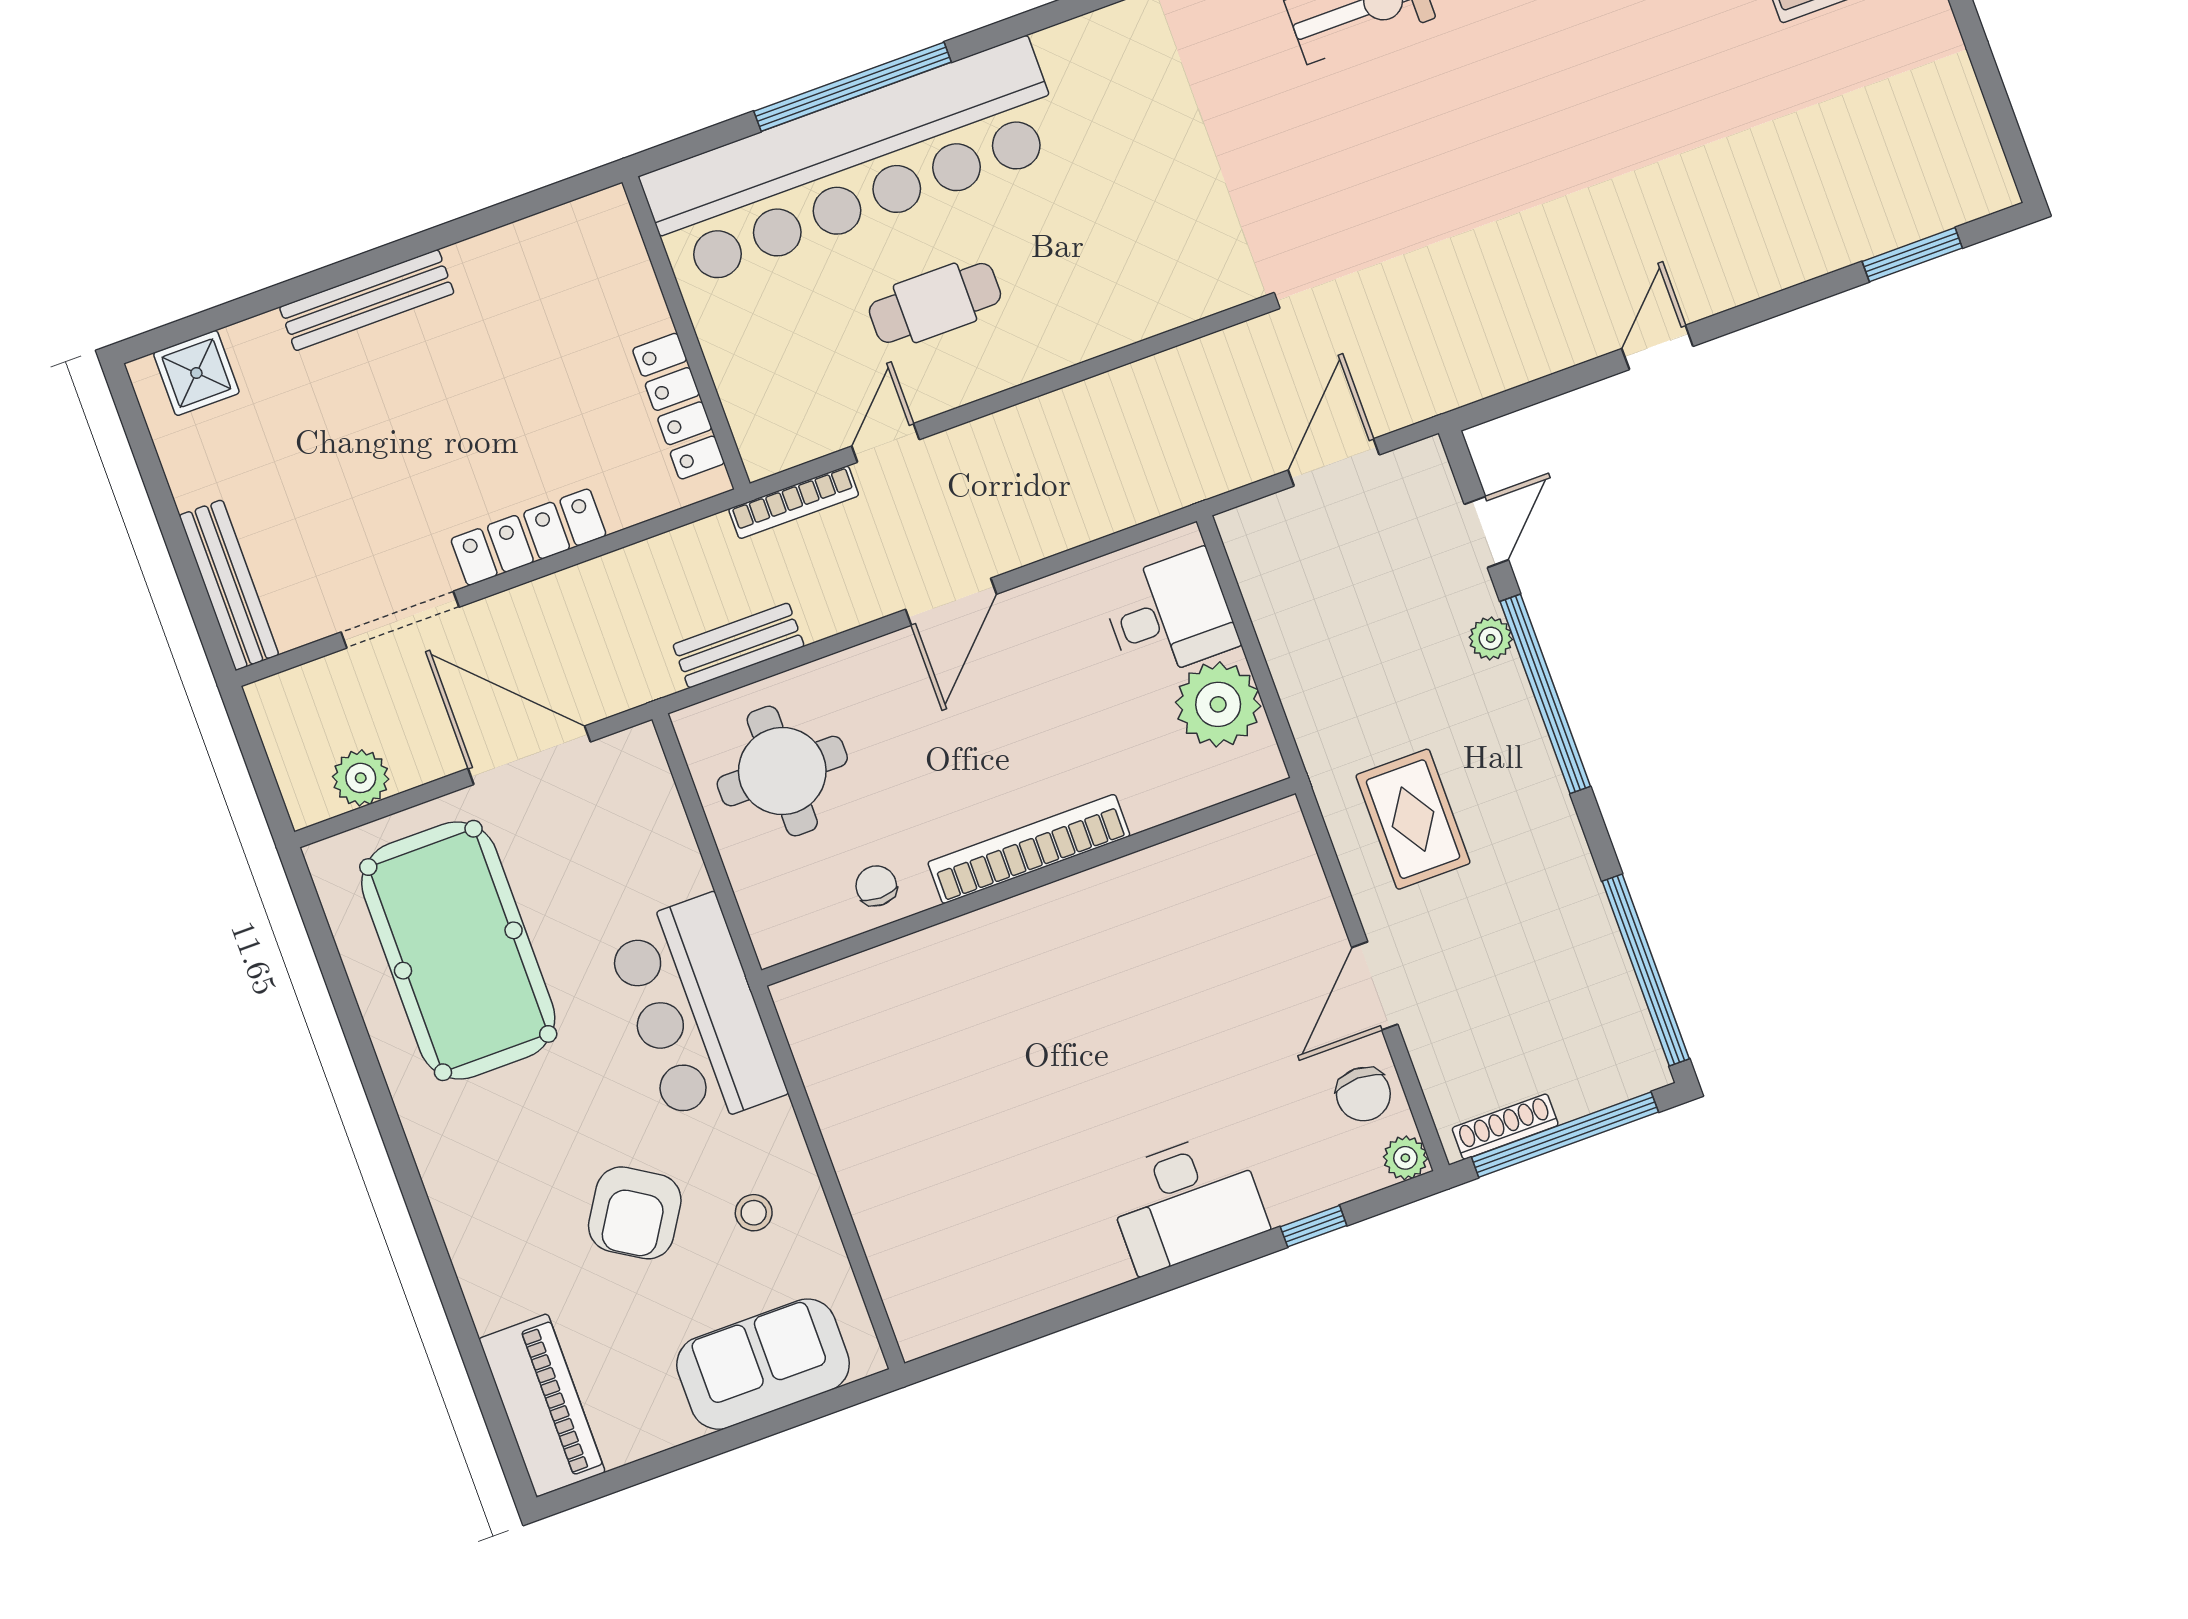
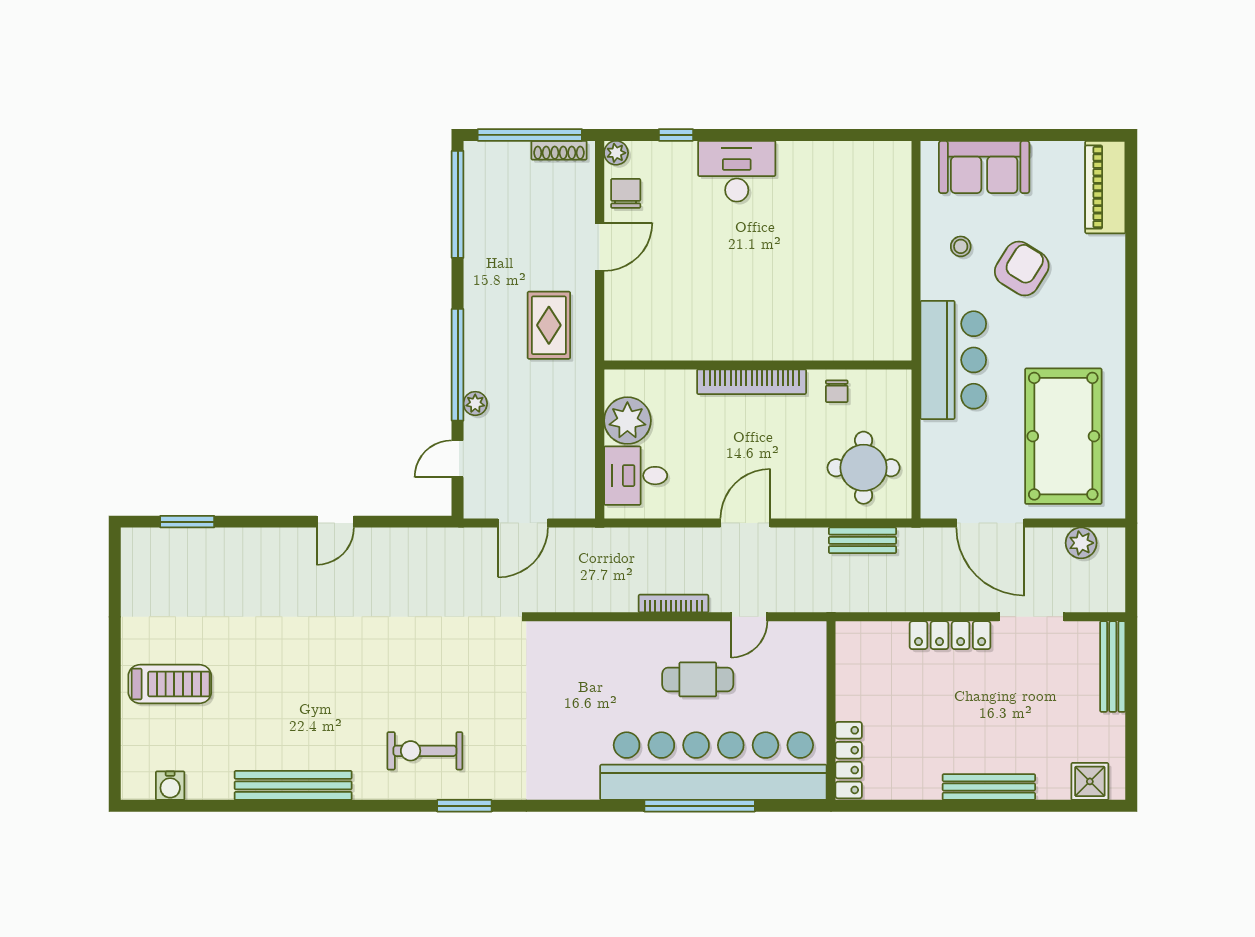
locker: (678, 406) -> (849, 760), moved
bookcase: (794, 502) -> (673, 604), moved

